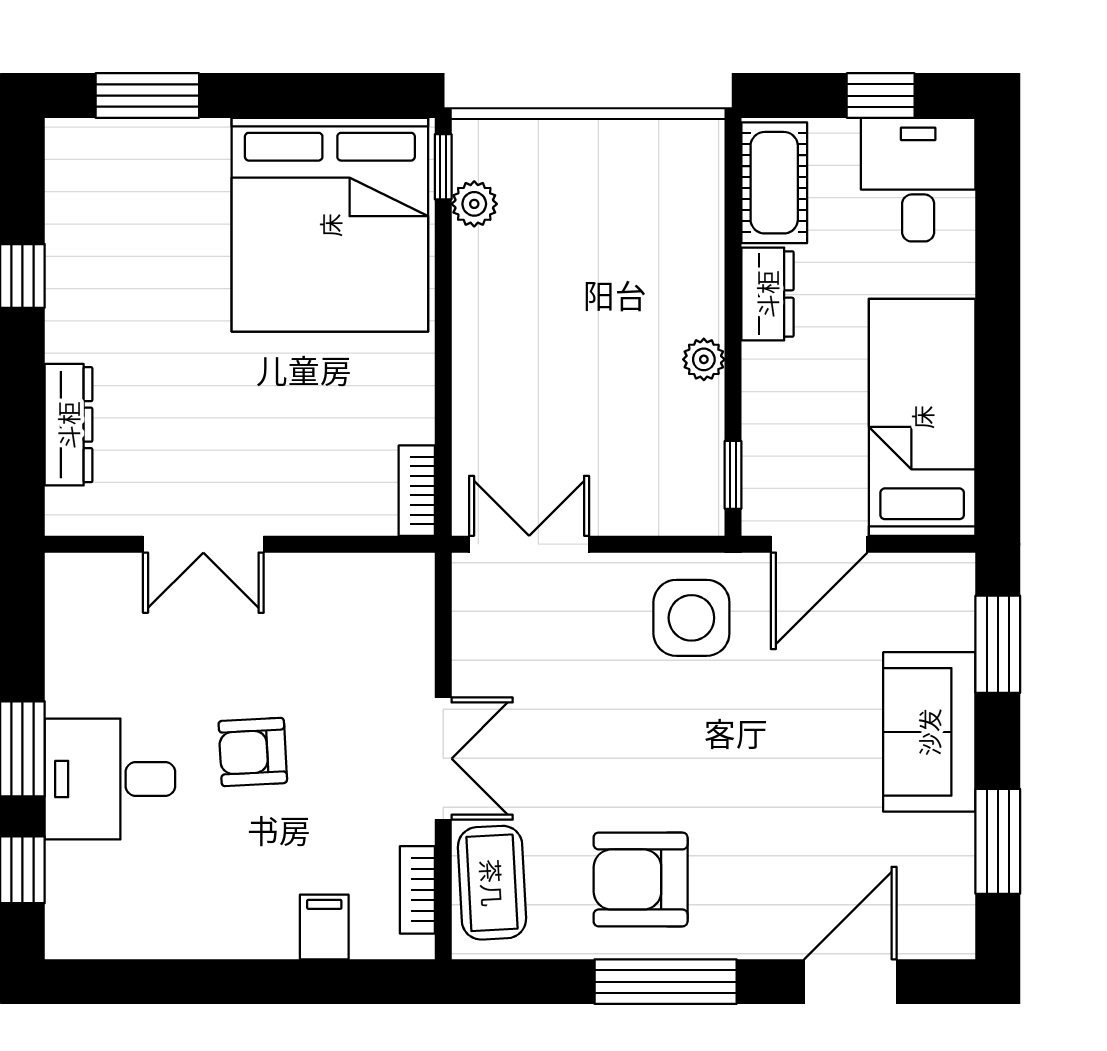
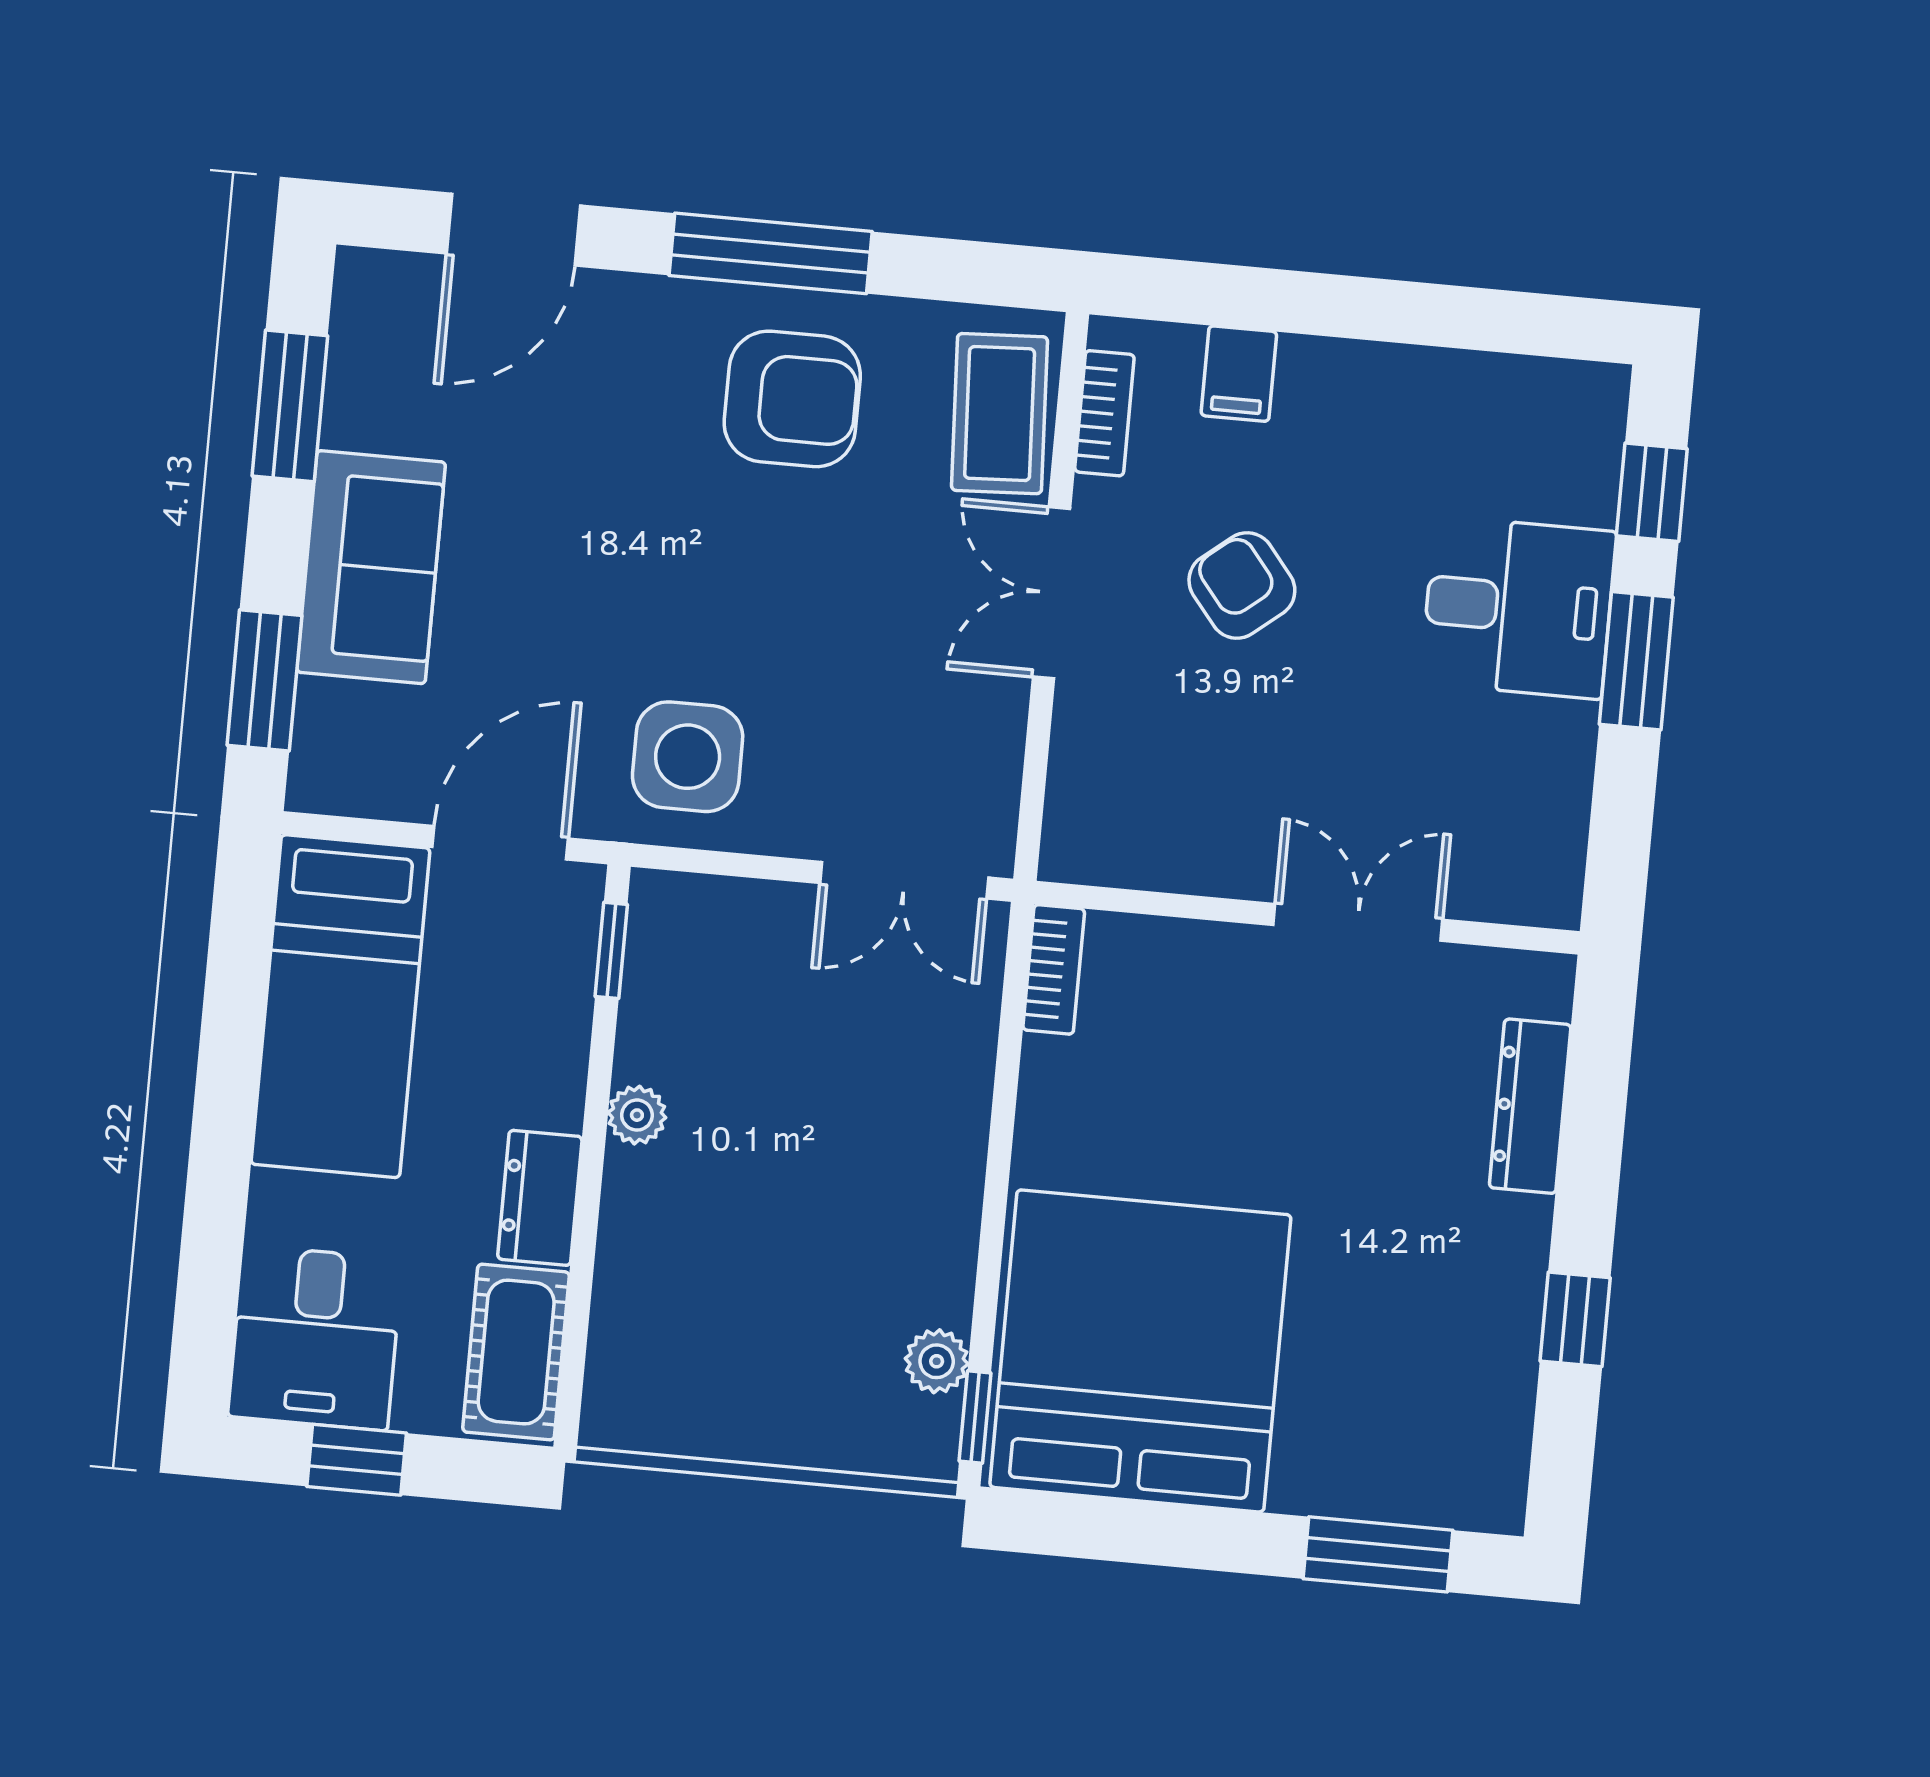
armchair: (253, 752) -> (1242, 585), moved, turned -126

